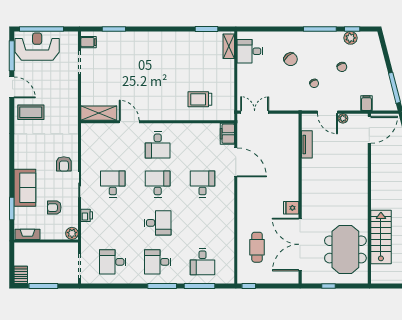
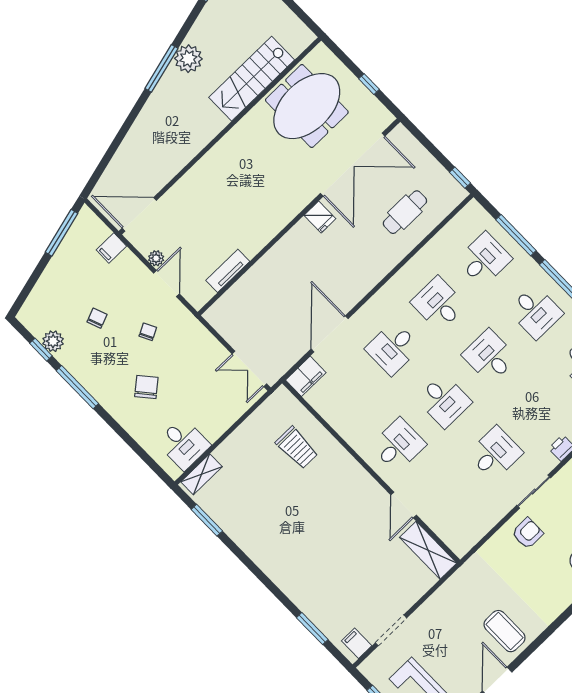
desk: (113, 184) -> (495, 453), turned 180
desk: (158, 184) -> (444, 401), turned -90
desk: (203, 223) -> (439, 304), added

